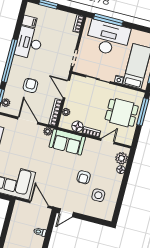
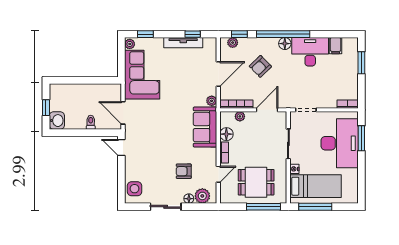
window: (108, 20) -> (361, 138), width x0.69
floor lamp: (17, 61) -> (285, 44), added
armchair: (30, 85) -> (260, 66), turned 136
dining table: (122, 113) -> (256, 182), turned 90
door: (108, 141) -> (218, 174), hinge flipped
armchair: (84, 177) -> (184, 171), moved
sliding door: (123, 190) -> (166, 207), added
side table: (98, 195) -> (134, 189), moved
door: (39, 204) -> (123, 113), swing flipped

